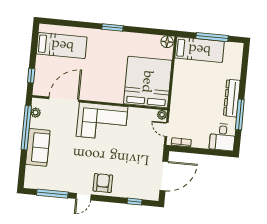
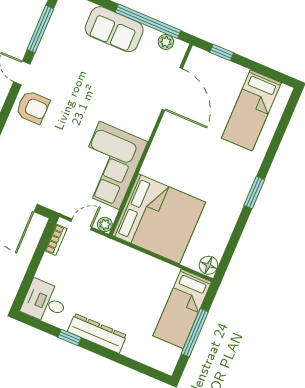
window: (240, 114) -> (70, 338), width x0.46
corner sofa: (102, 122) -> (109, 165), moved

